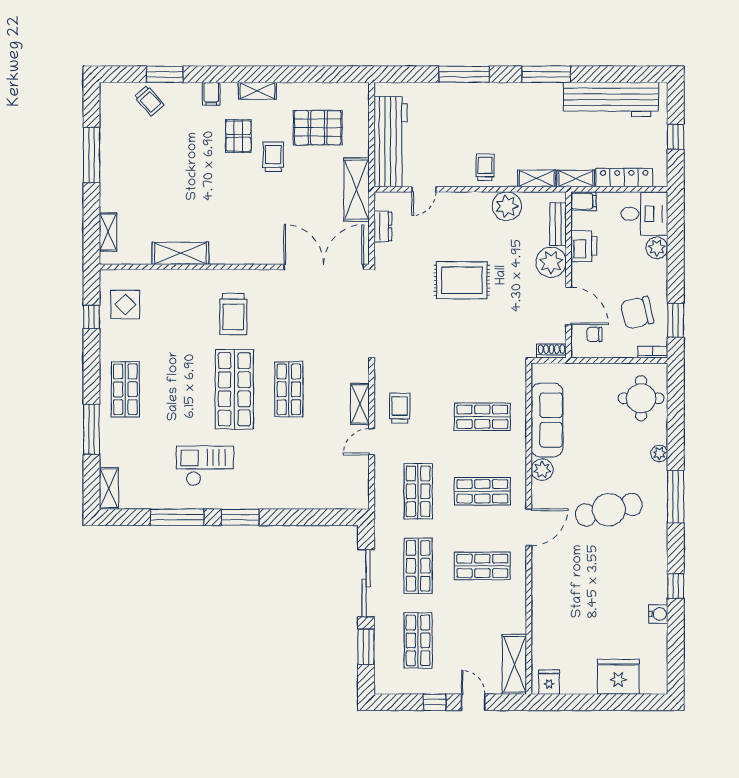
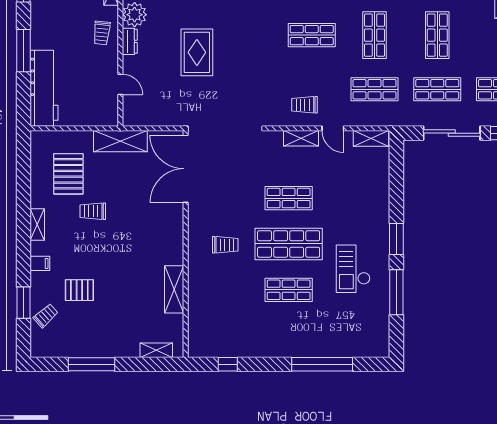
pallet: (238, 136) -> (79, 290), moved
workbench: (390, 142) -> (44, 88), moved, turned 90
trolley: (485, 167) -> (102, 33), turned -85
dresser: (383, 227) -> (130, 41), moved, turned 90
display table: (125, 305) -> (217, 336), removed
trolley: (233, 314) -> (225, 245), width x0.73, depth x0.72
shop shelf: (125, 389) -> (289, 290), moved
shop shelf: (482, 417) -> (312, 35), turned 90
window: (91, 429) -> (322, 364), width x1.46
shelving: (109, 488) -> (371, 138), moved

